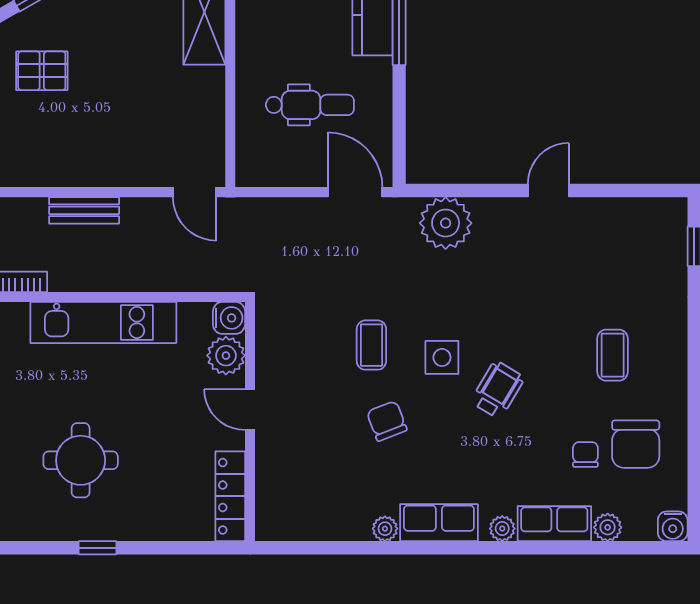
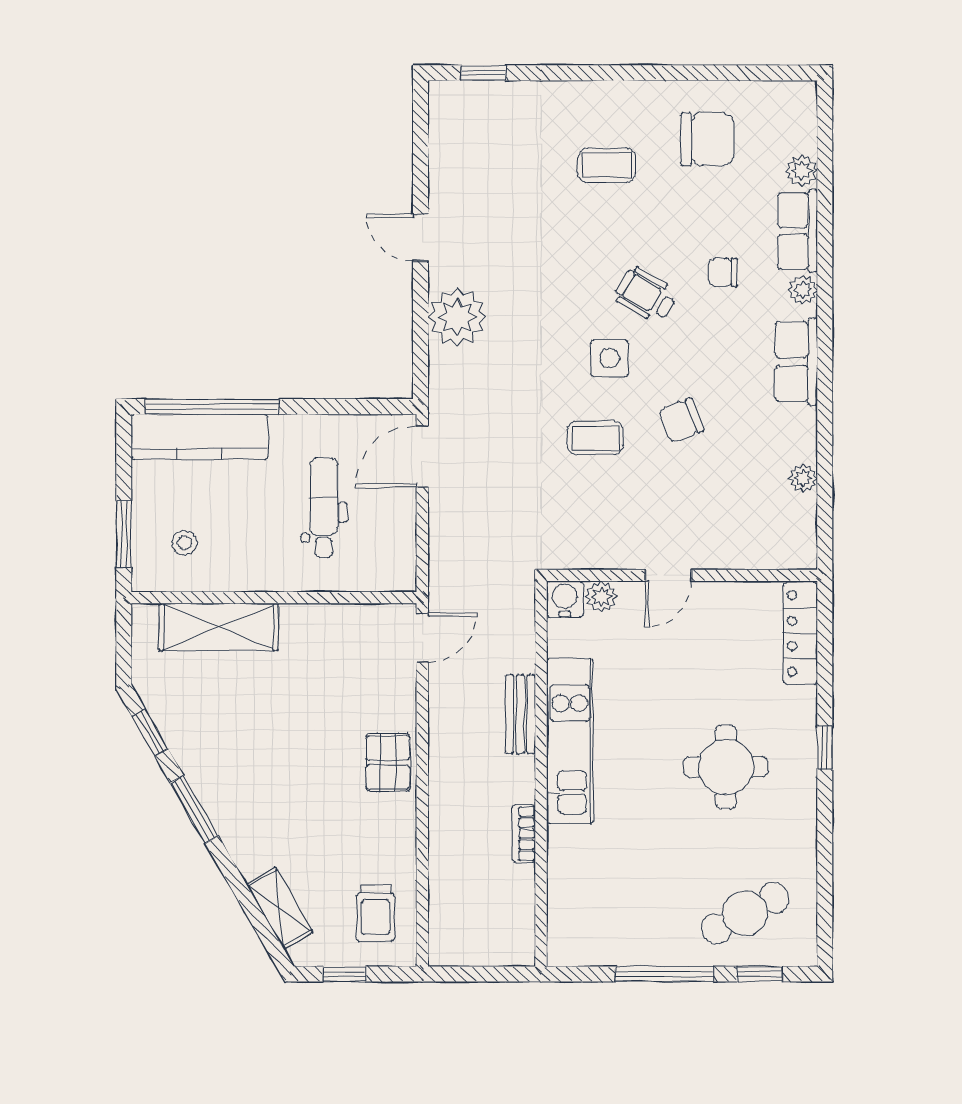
pallet: (42, 71) -> (388, 763), moved
bench: (84, 210) -> (520, 714), moved
plant: (446, 223) -> (457, 317), moved
plant: (226, 356) -> (601, 597), width x0.73, depth x0.73
chair: (585, 455) -> (723, 272), moved
locker: (230, 496) -> (800, 633), moved, turned 90
water cooler: (673, 526) -> (800, 97), removed
plant: (385, 529) -> (803, 478), moved

